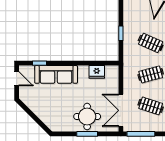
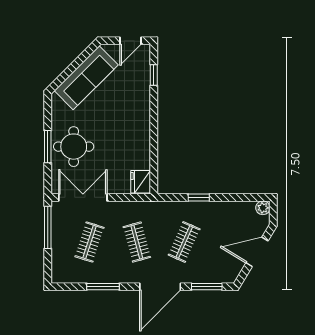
fridge: (97, 72) -> (141, 182), moved
sofa: (56, 74) -> (86, 78), moved, turned -135

